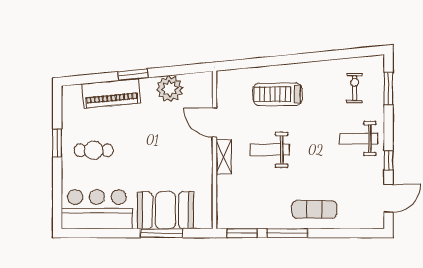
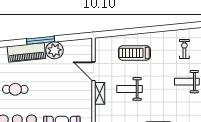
window: (133, 75) -> (41, 40), width x1.44
plant: (170, 89) -> (54, 50), moved

